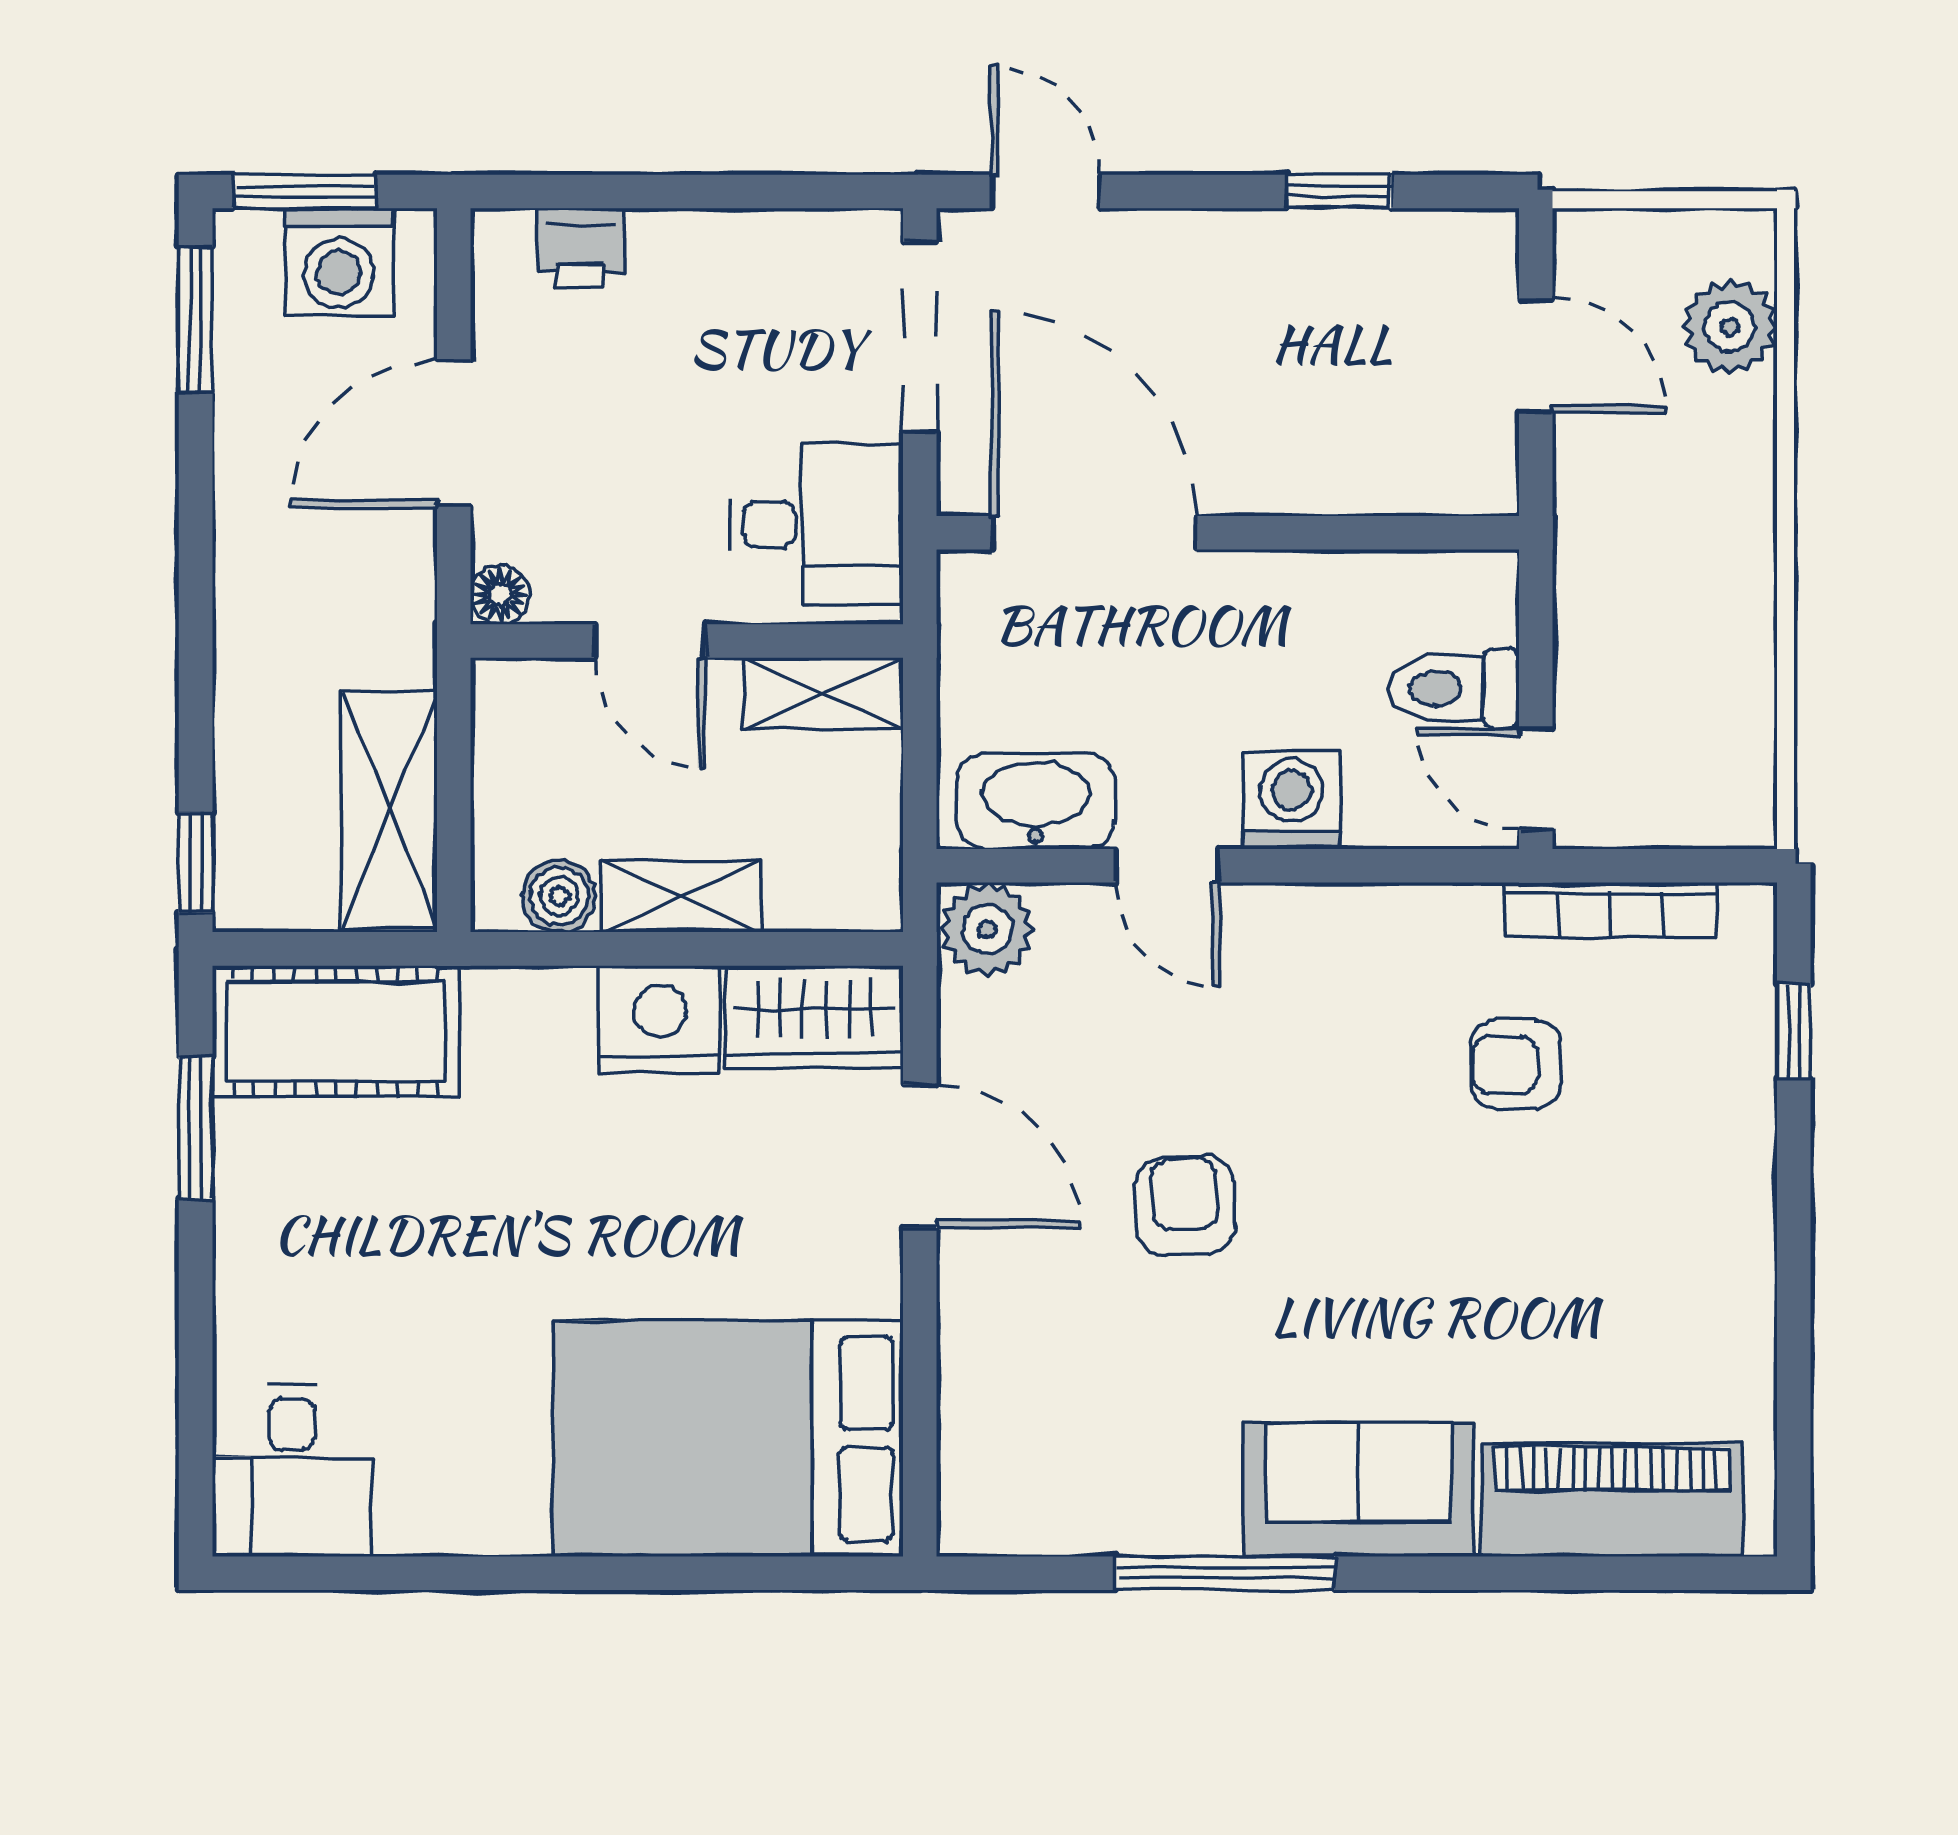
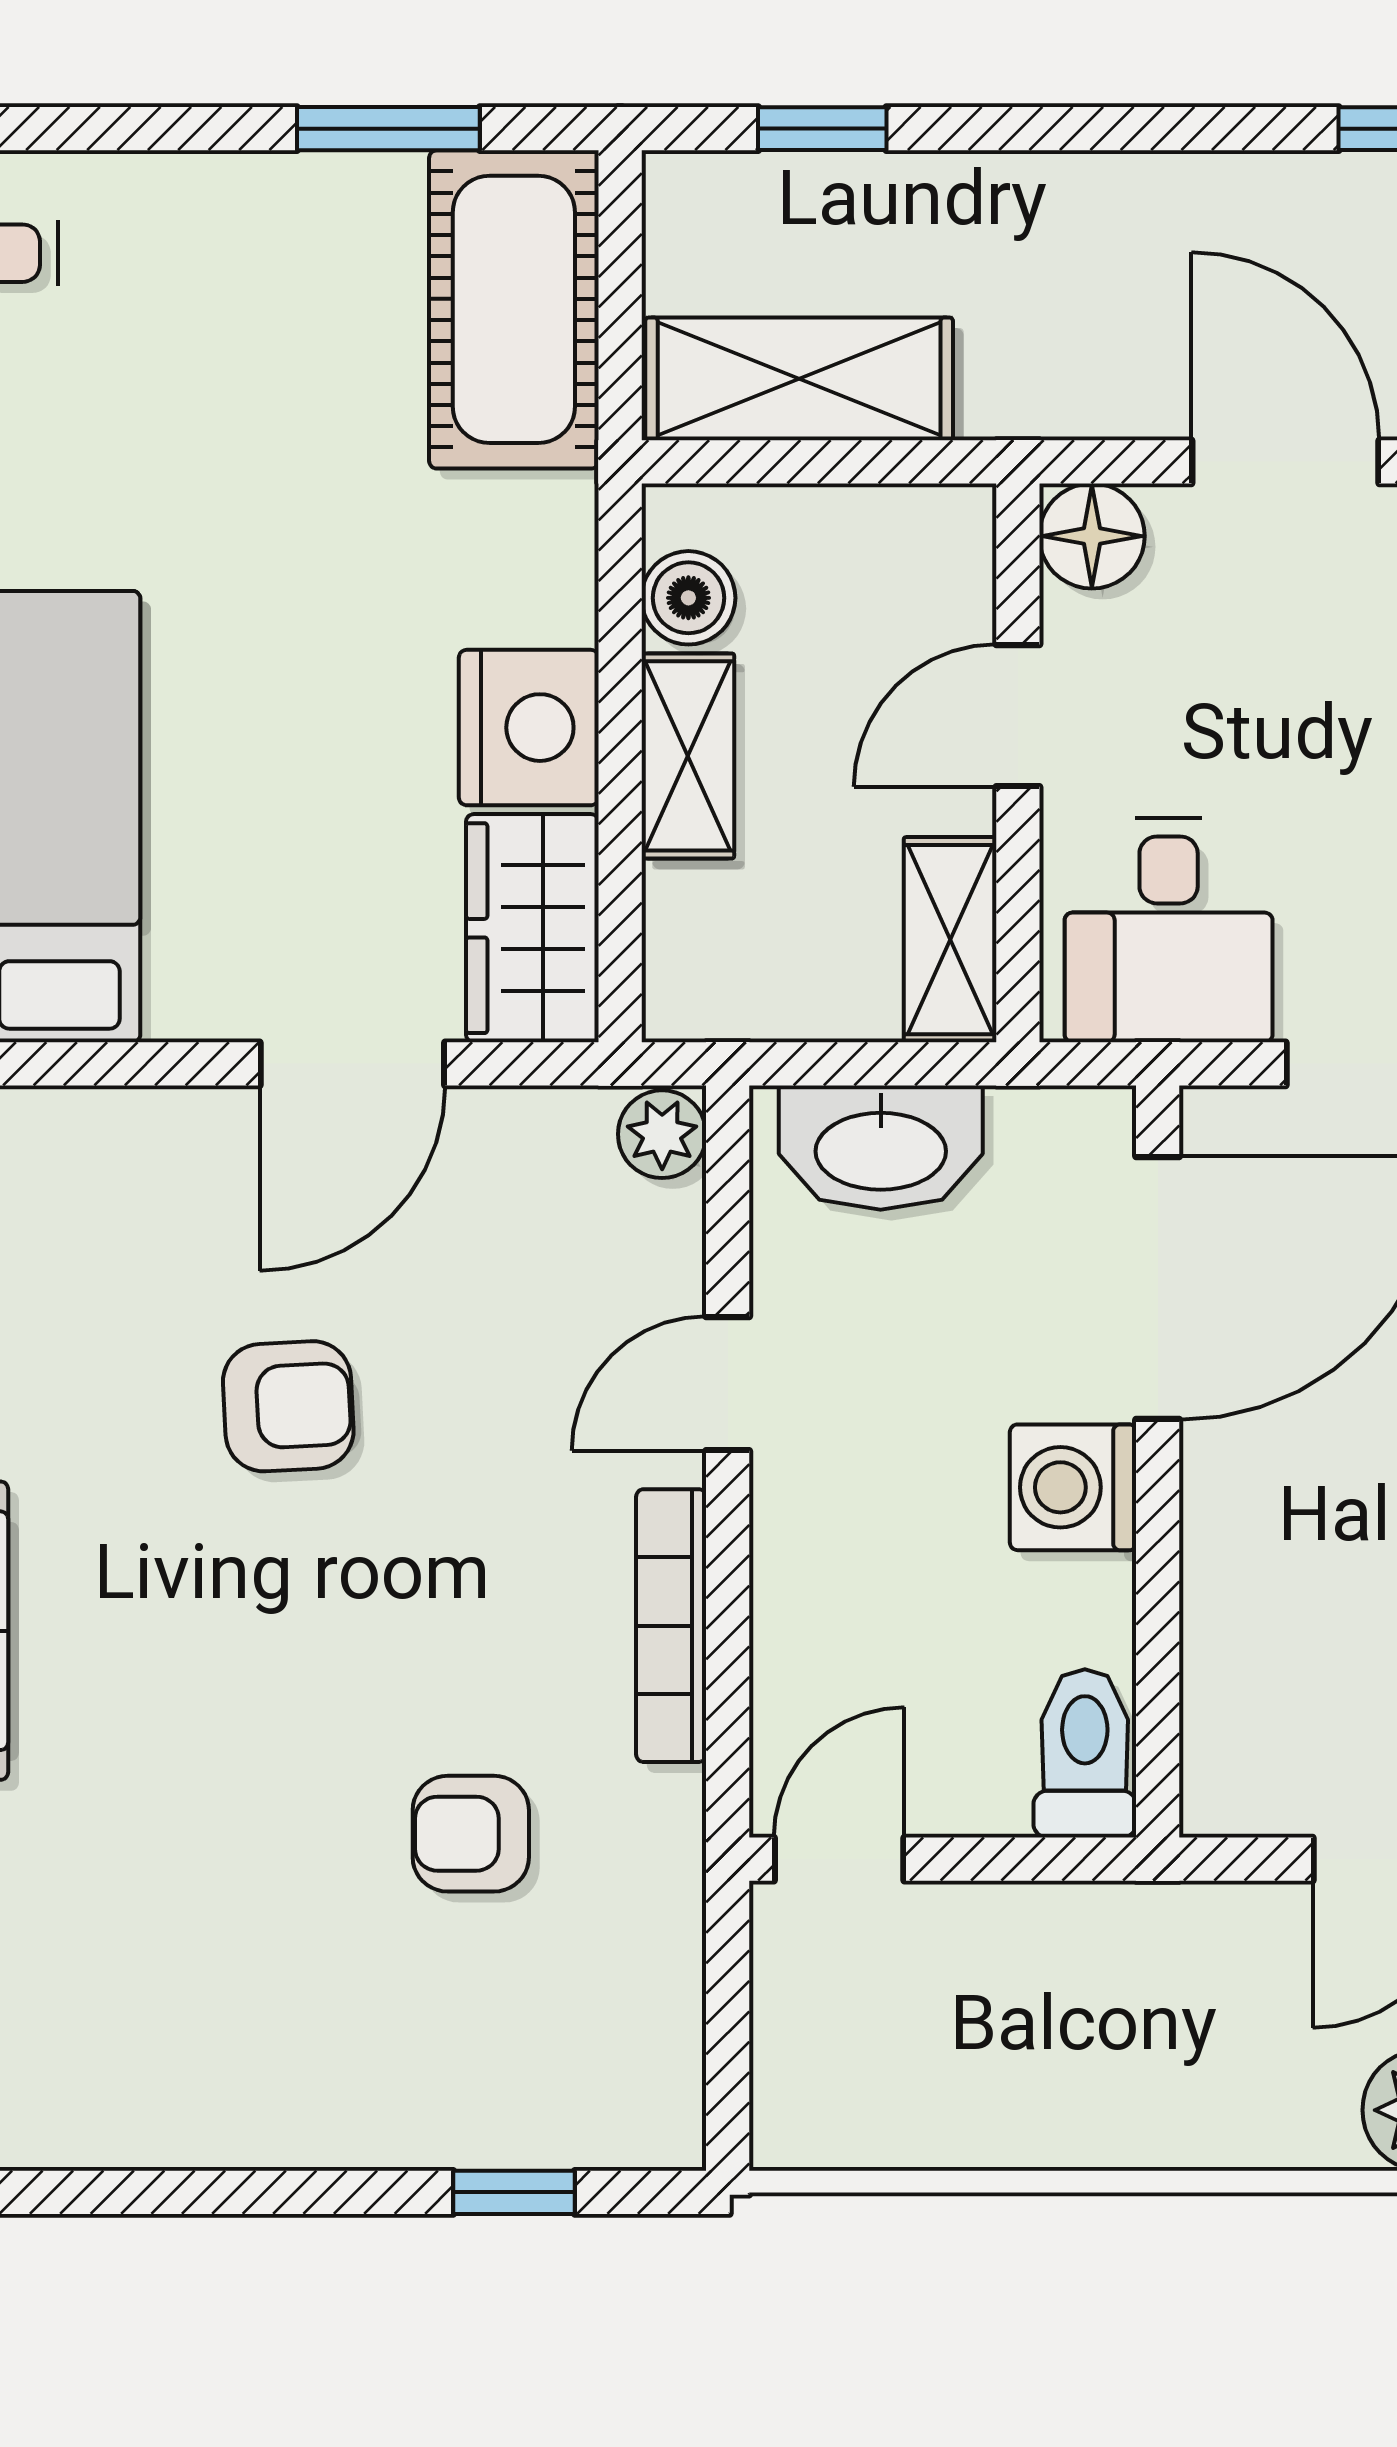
floor lamp: (500, 595) -> (1092, 536), width x1.37, depth x1.37
toilet: (1454, 689) -> (1085, 1753), moved
washing machine: (1291, 800) -> (1073, 1487), moved, turned 180
washbasin: (1036, 801) -> (881, 1148), moved, turned 90
window: (196, 863) -> (822, 129), moved
bookcase: (1611, 909) -> (671, 1626), moved
plant: (987, 929) -> (662, 1134), width x0.73, depth x0.73
armchair: (1516, 1064) -> (471, 1834), turned -90

